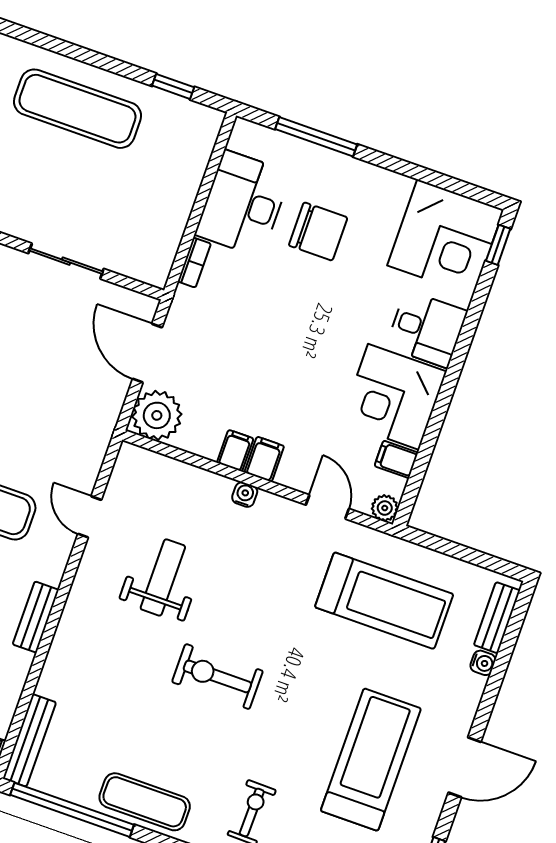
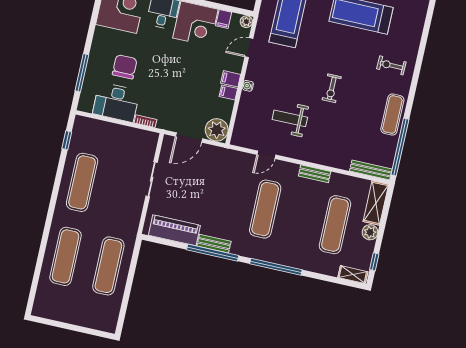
exercise bike: (217, 676) -> (332, 88), width x0.73, depth x0.72

